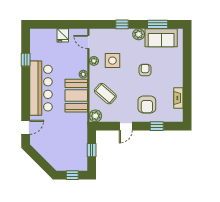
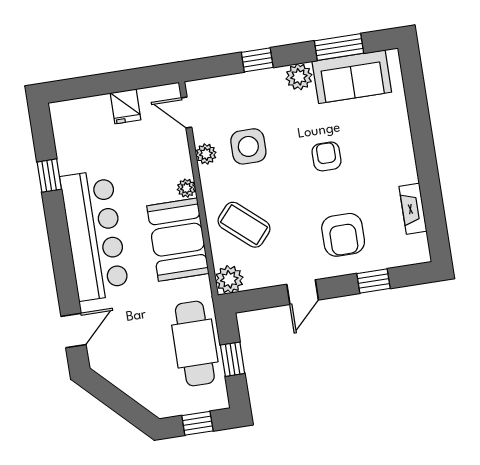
cafe table: (76, 141) -> (195, 344), added

